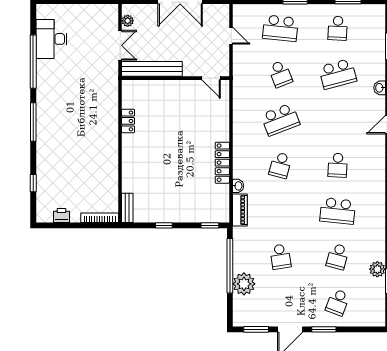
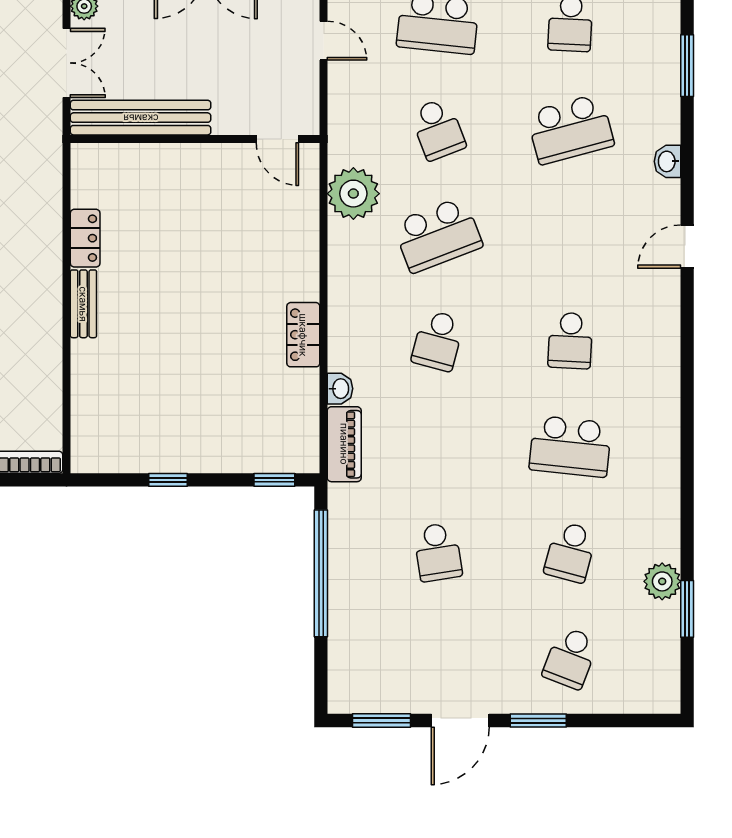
locker: (222, 163) -> (303, 335), width x0.66
bench: (127, 208) -> (83, 304), moved
plant: (244, 284) -> (353, 194), moved

